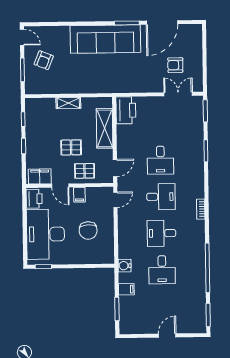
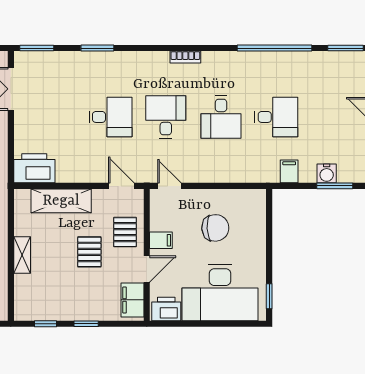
water cooler: (125, 266) -> (327, 173), moved
filing cabinet: (126, 289) -> (289, 171), moved

